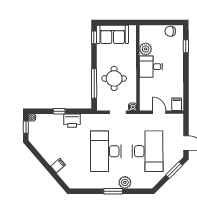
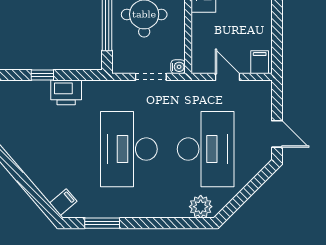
filing cabinet: (58, 166) -> (63, 202), moved
window: (174, 170) -> (255, 184), removed
plant: (125, 182) -> (201, 207), moved
window: (113, 191) -> (102, 223), moved

